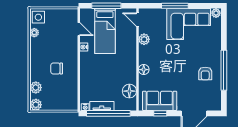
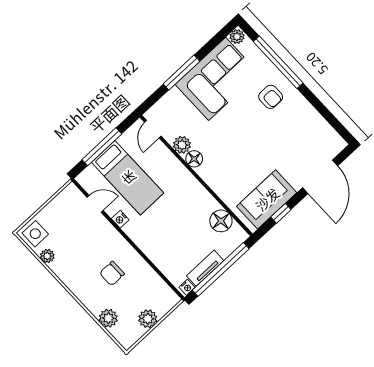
door: (137, 20) -> (153, 129), hinge flipped
floor lamp: (144, 70) -> (194, 159), moved
window: (224, 70) -> (278, 62), moved
armchair: (205, 74) -> (271, 97), moved
plant: (36, 105) -> (148, 319), moved

